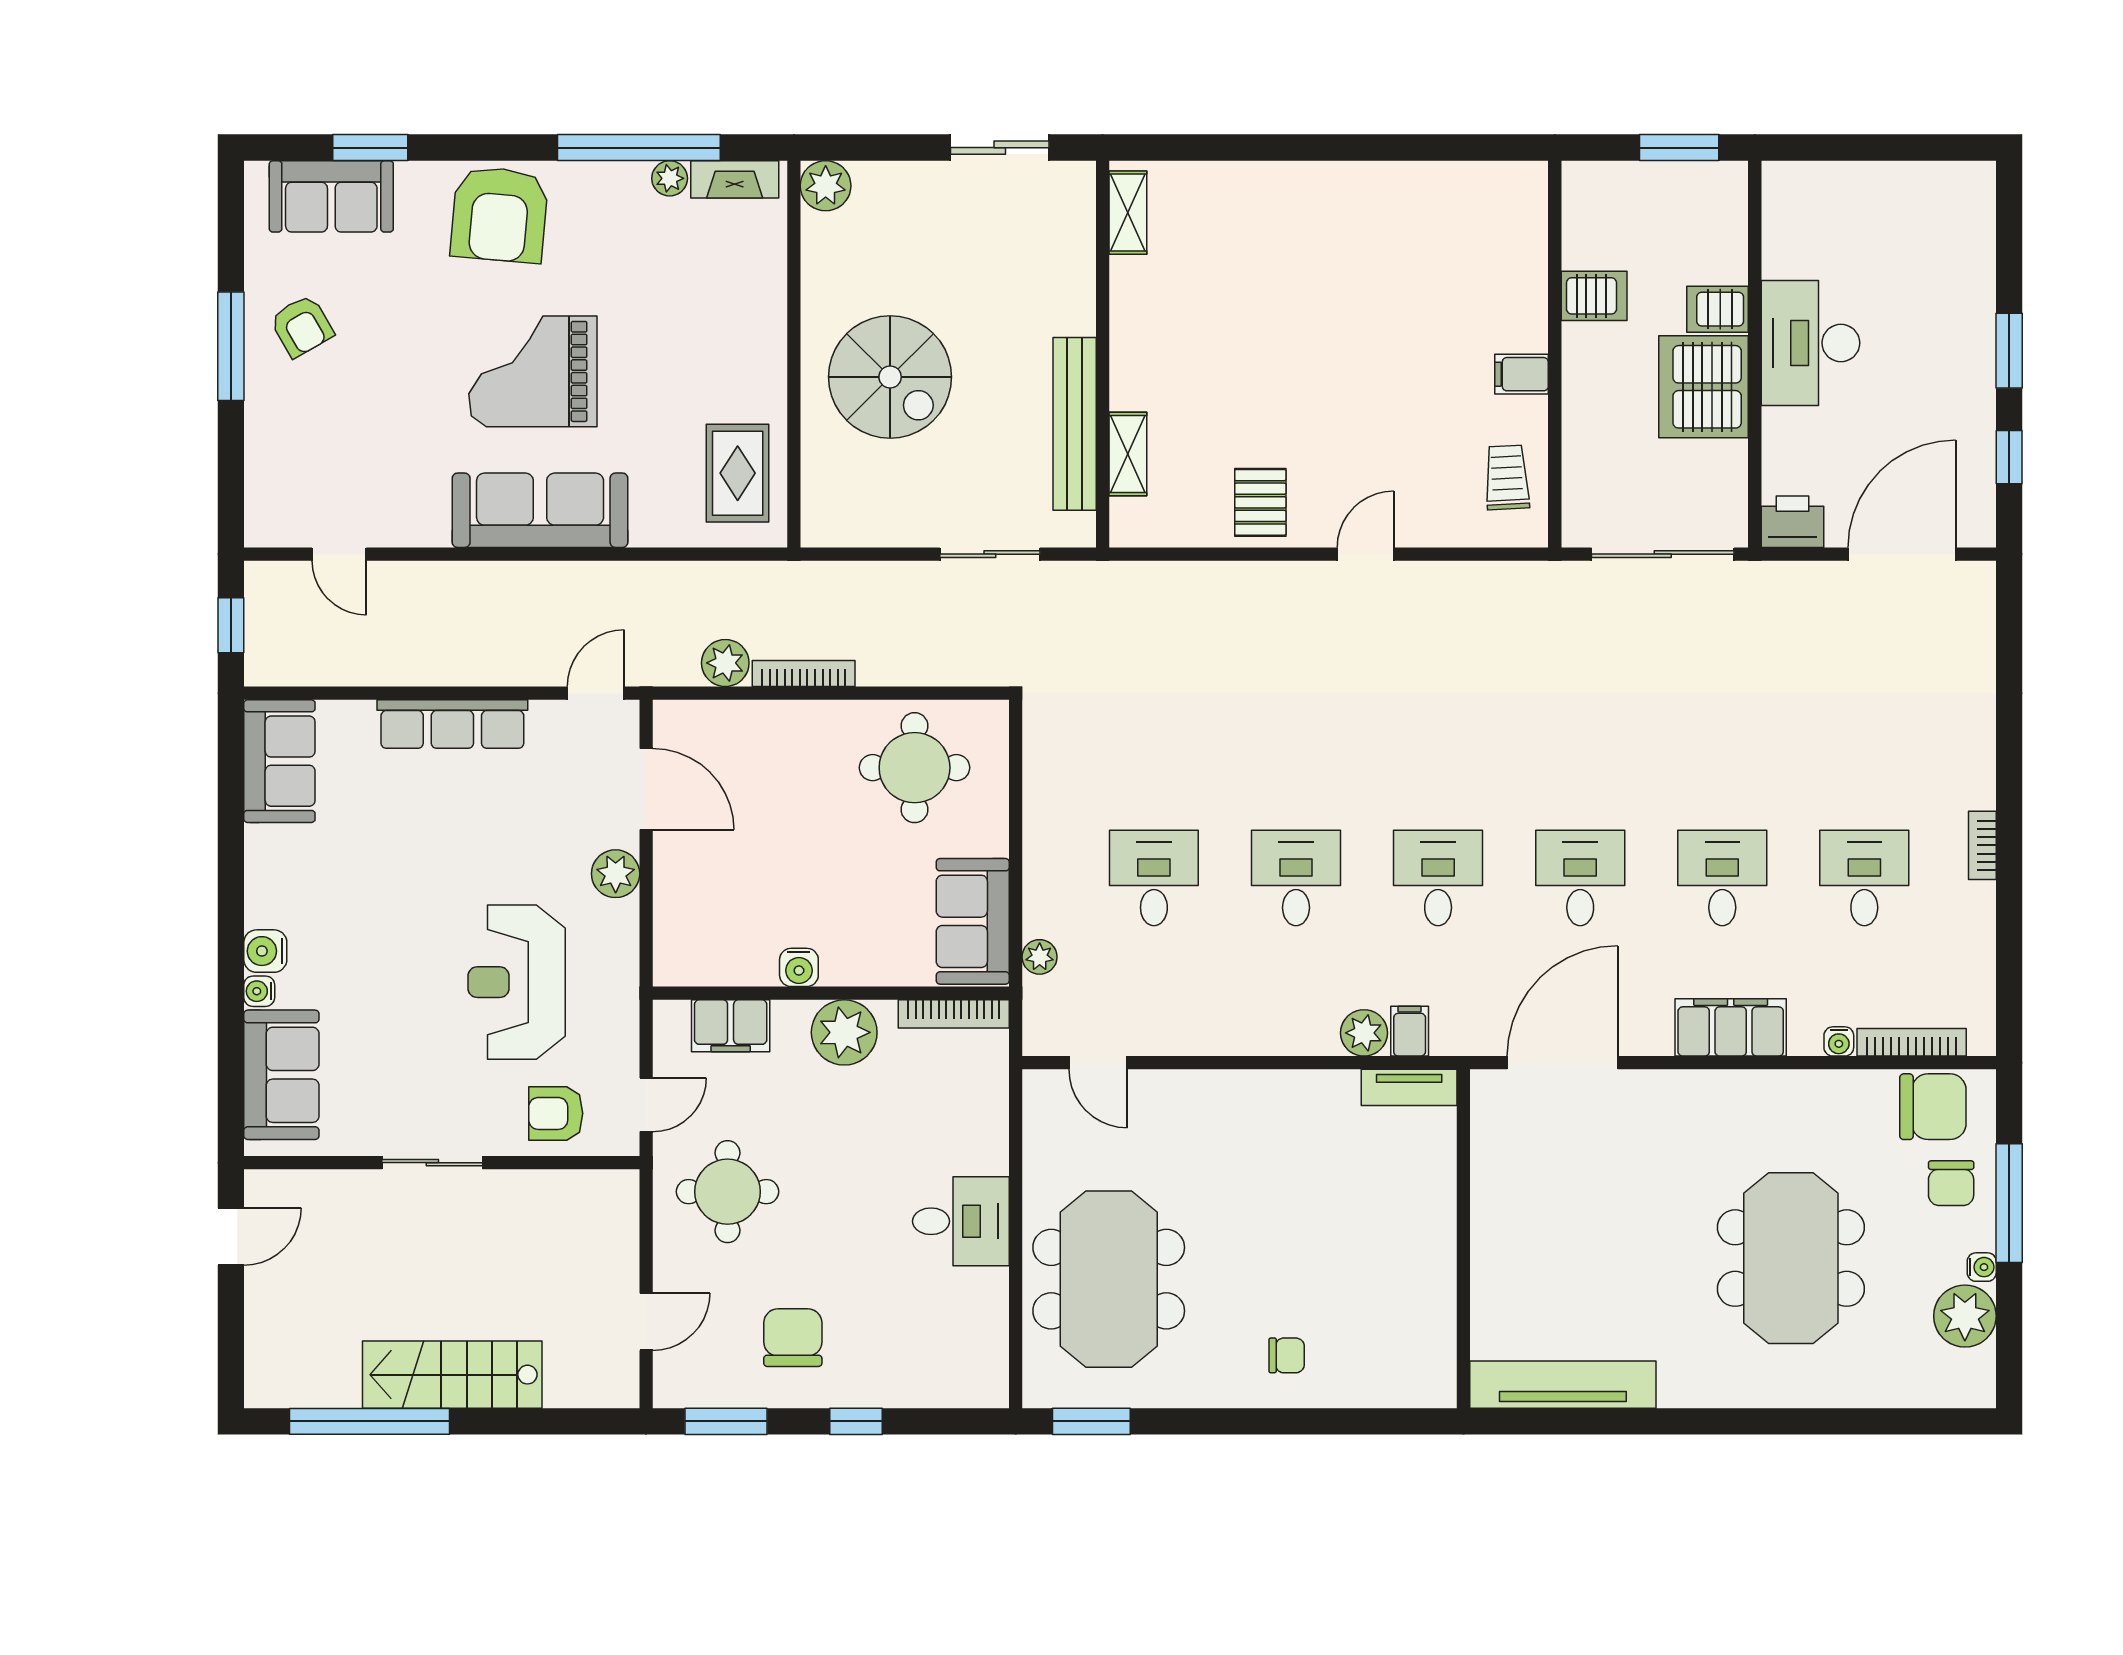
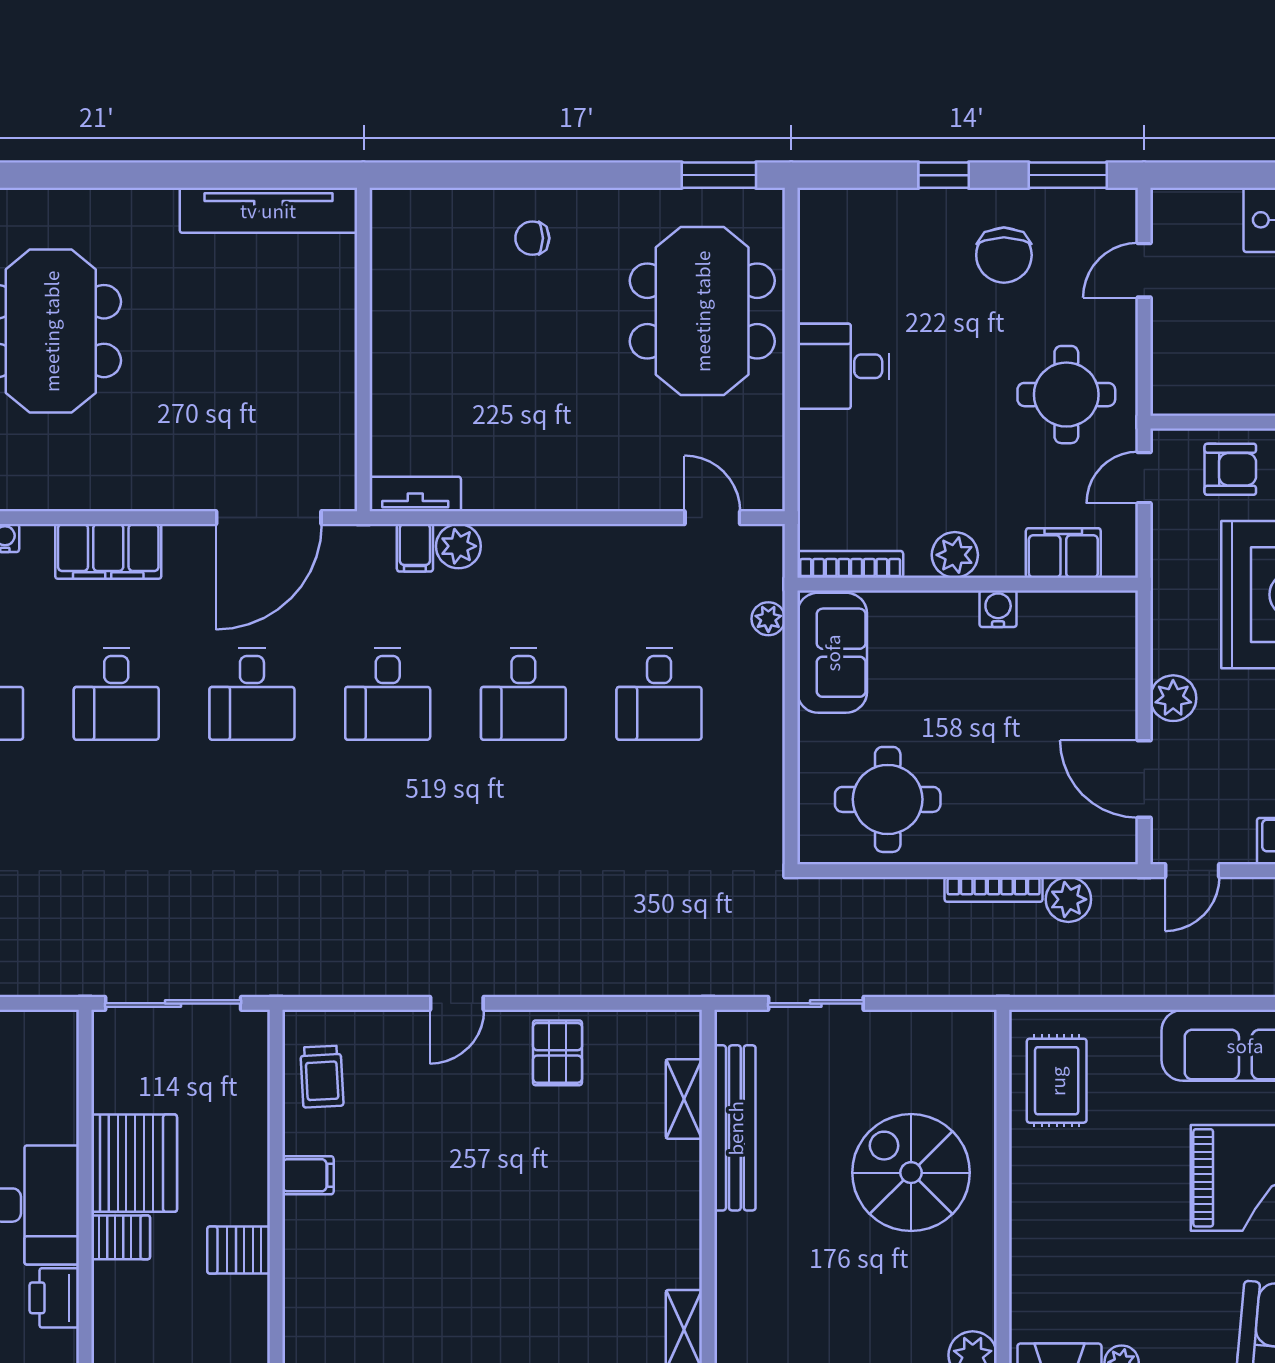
printer: (1793, 522) -> (54, 1298), moved, turned 90
plant: (844, 1032) -> (955, 555), width x0.73, depth x0.73

